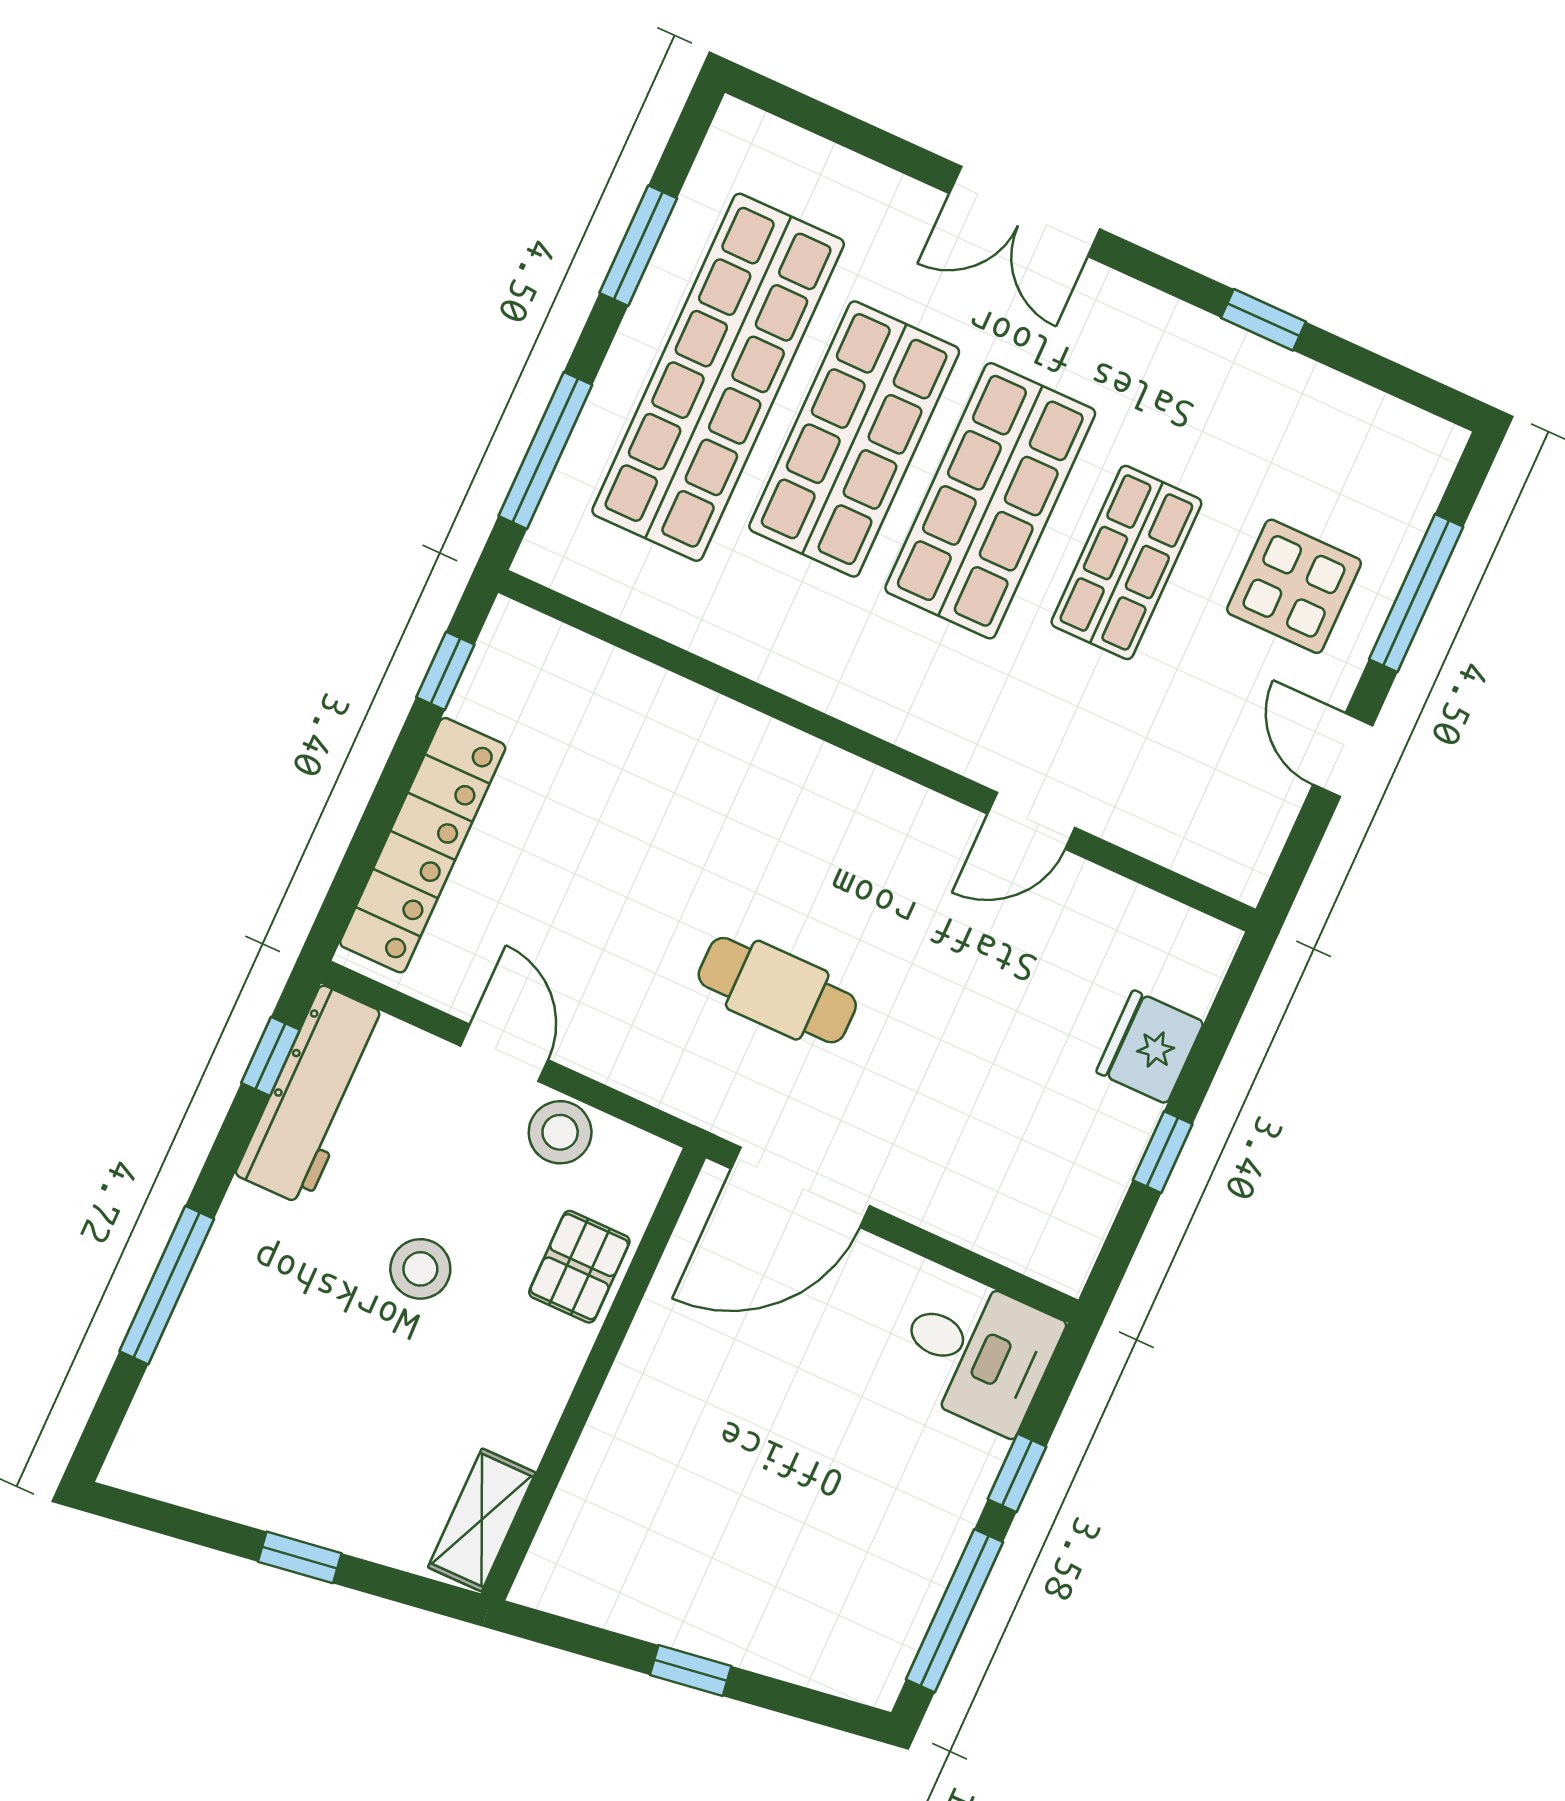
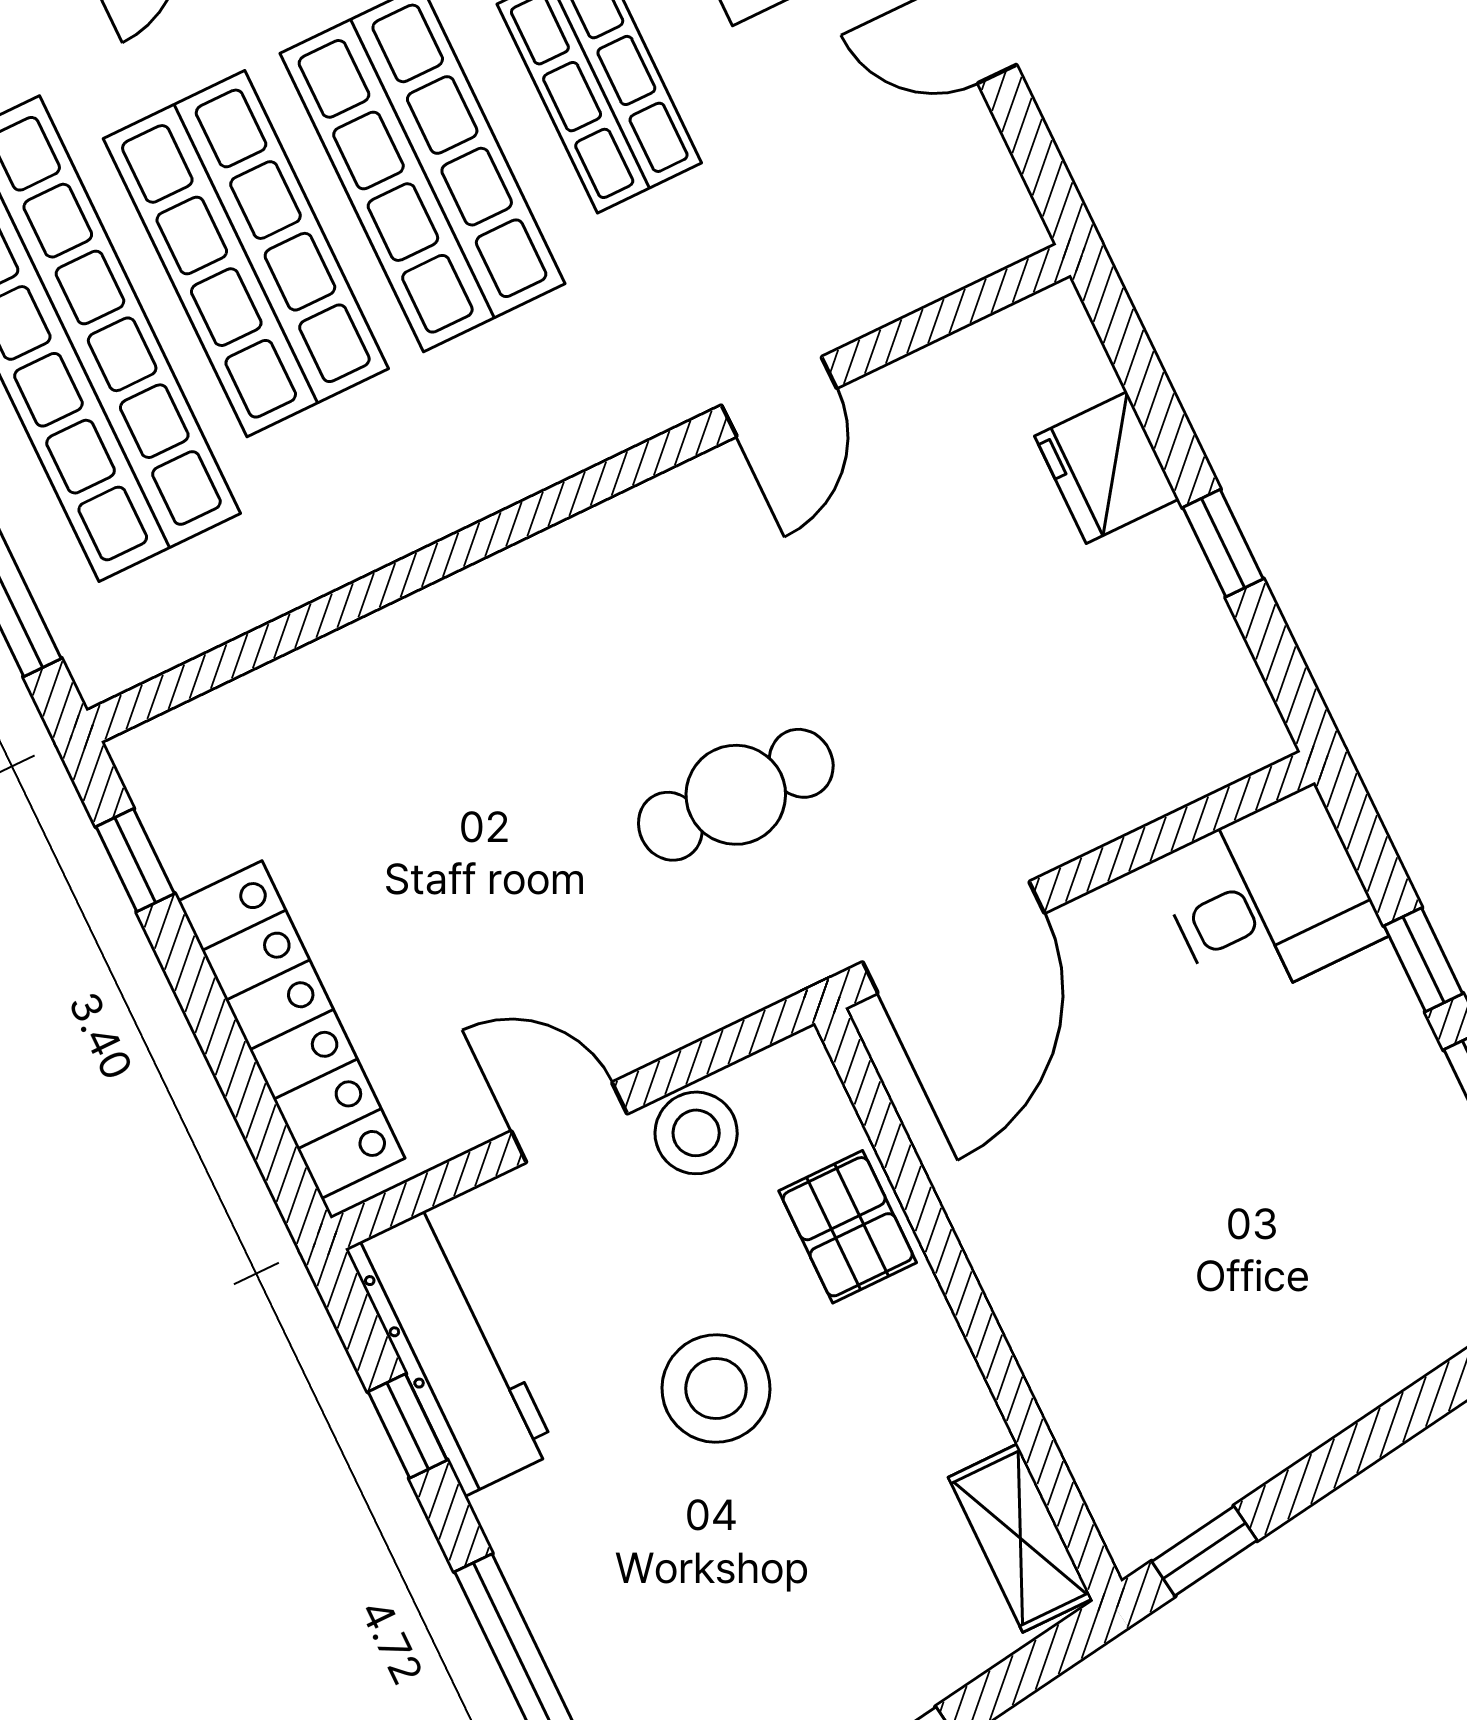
window: (270, 1056) -> (408, 1426), moved
stool: (420, 1269) -> (716, 1389), width x1.38, depth x1.38
window: (691, 1670) -> (1204, 1551), moved

